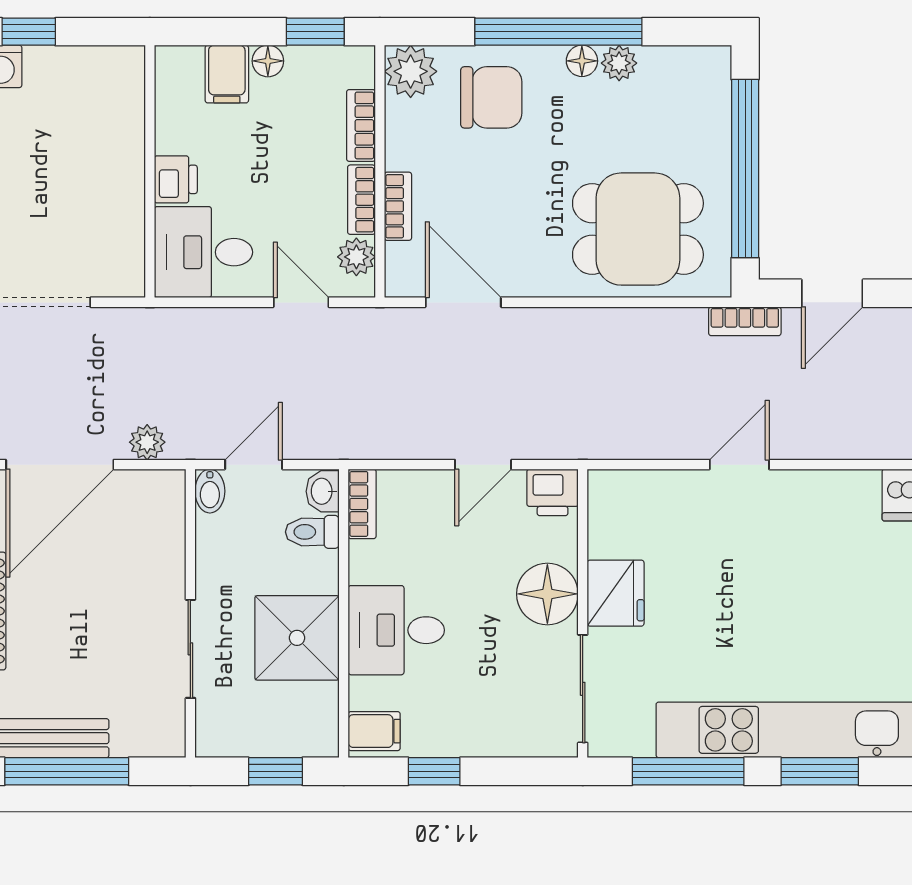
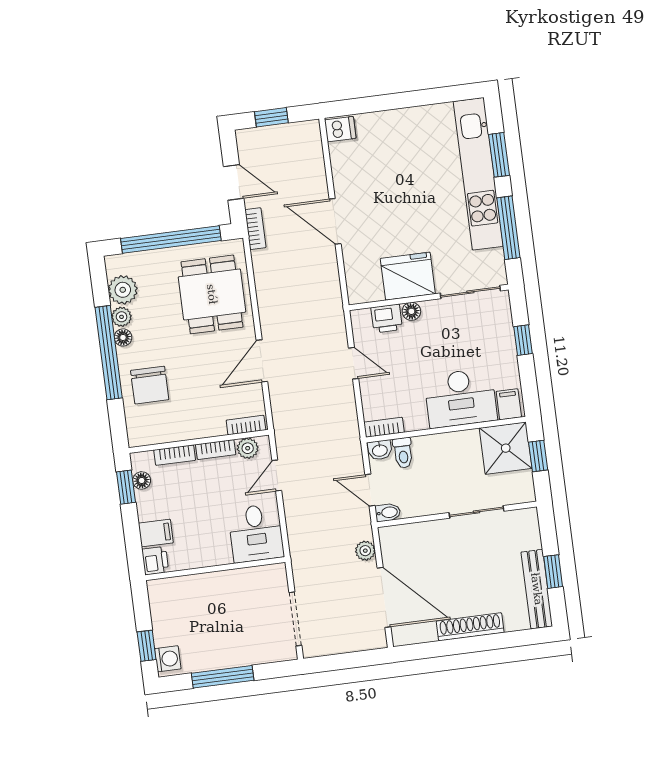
floor lamp: (268, 61) -> (142, 480), moved
plant: (411, 71) -> (123, 290), moved
chair: (491, 97) -> (150, 385), turned 180
printer: (176, 179) -> (155, 561), moved, turned 90
bookcase: (398, 206) -> (246, 425), moved
door: (463, 302) -> (262, 361), moved
door: (739, 465) -> (335, 221), width x1.38
printer: (553, 492) -> (387, 318), moved, turned 90
fridge: (616, 593) -> (408, 276), width x1.36, depth x1.34
floor lamp: (547, 594) -> (411, 311), width x0.53, depth x0.53
desk: (396, 630) -> (461, 398), width x1.37
shower: (297, 638) -> (506, 448), moved
window: (67, 771) -> (553, 572), width x0.46
window: (434, 771) -> (523, 340), moved

